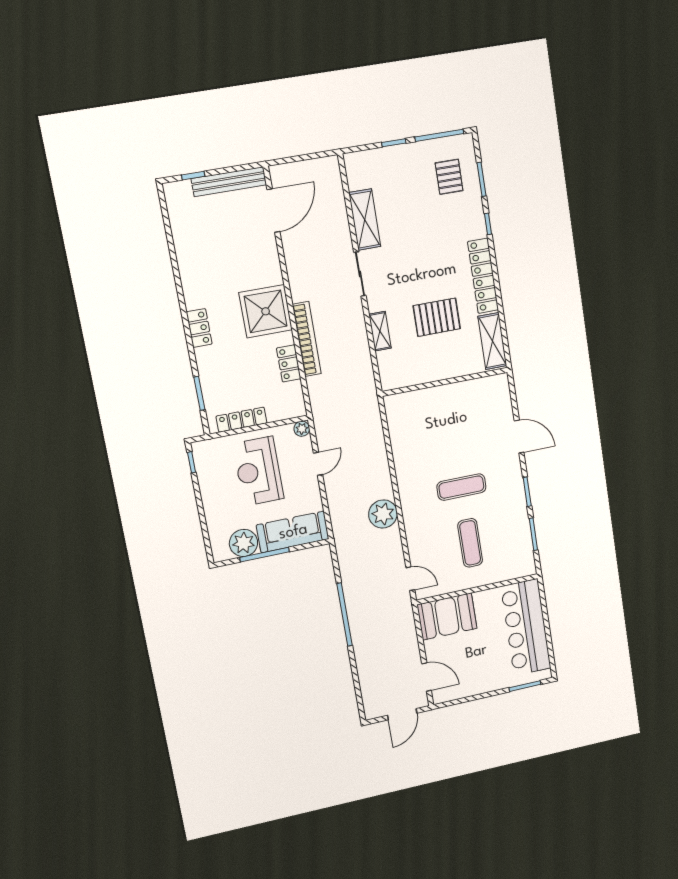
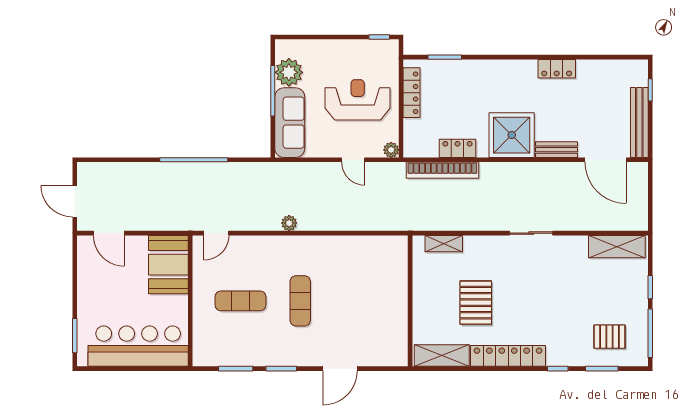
shelving: (365, 220) -> (617, 247), moved
bench: (272, 263) -> (557, 150), added
locker: (199, 328) -> (557, 69), moved
shelving: (380, 331) -> (444, 244), moved
bookcase: (307, 339) -> (442, 170), moved
plant: (383, 514) -> (289, 223), width x0.53, depth x0.53
door: (427, 677) -> (109, 233), hinge flipped

